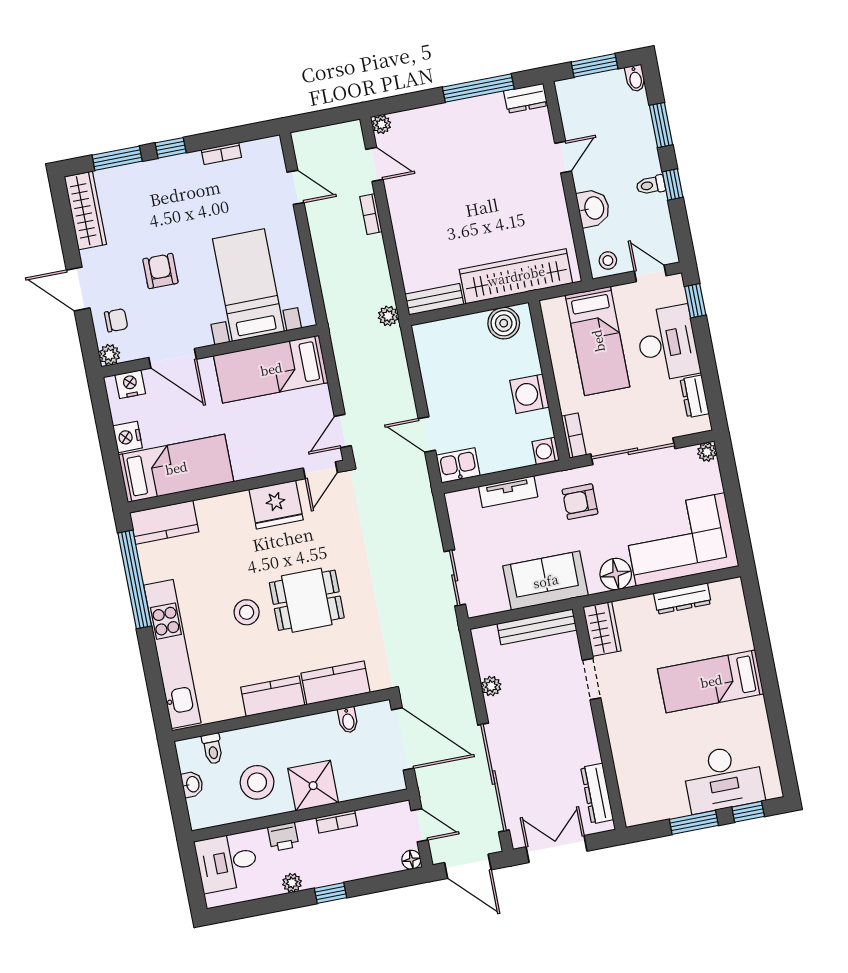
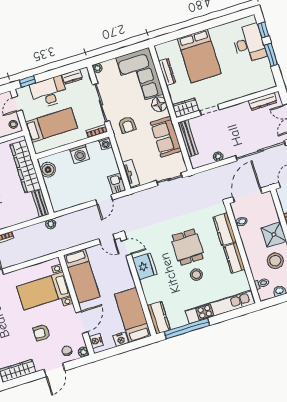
tv unit: (508, 492) -> (131, 173), moved
bed: (711, 681) -> (199, 56), width x1.50

